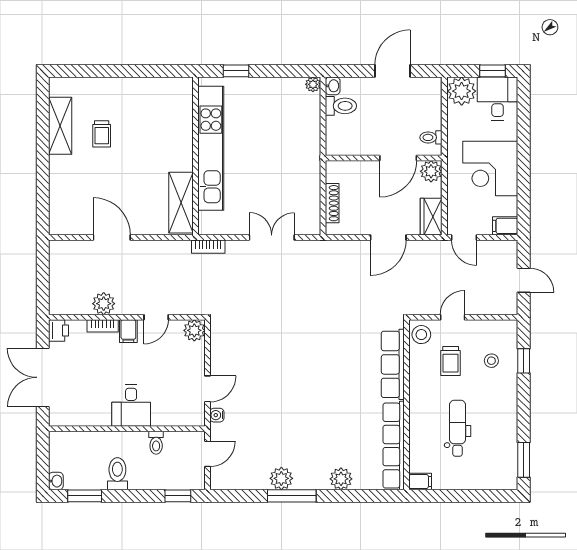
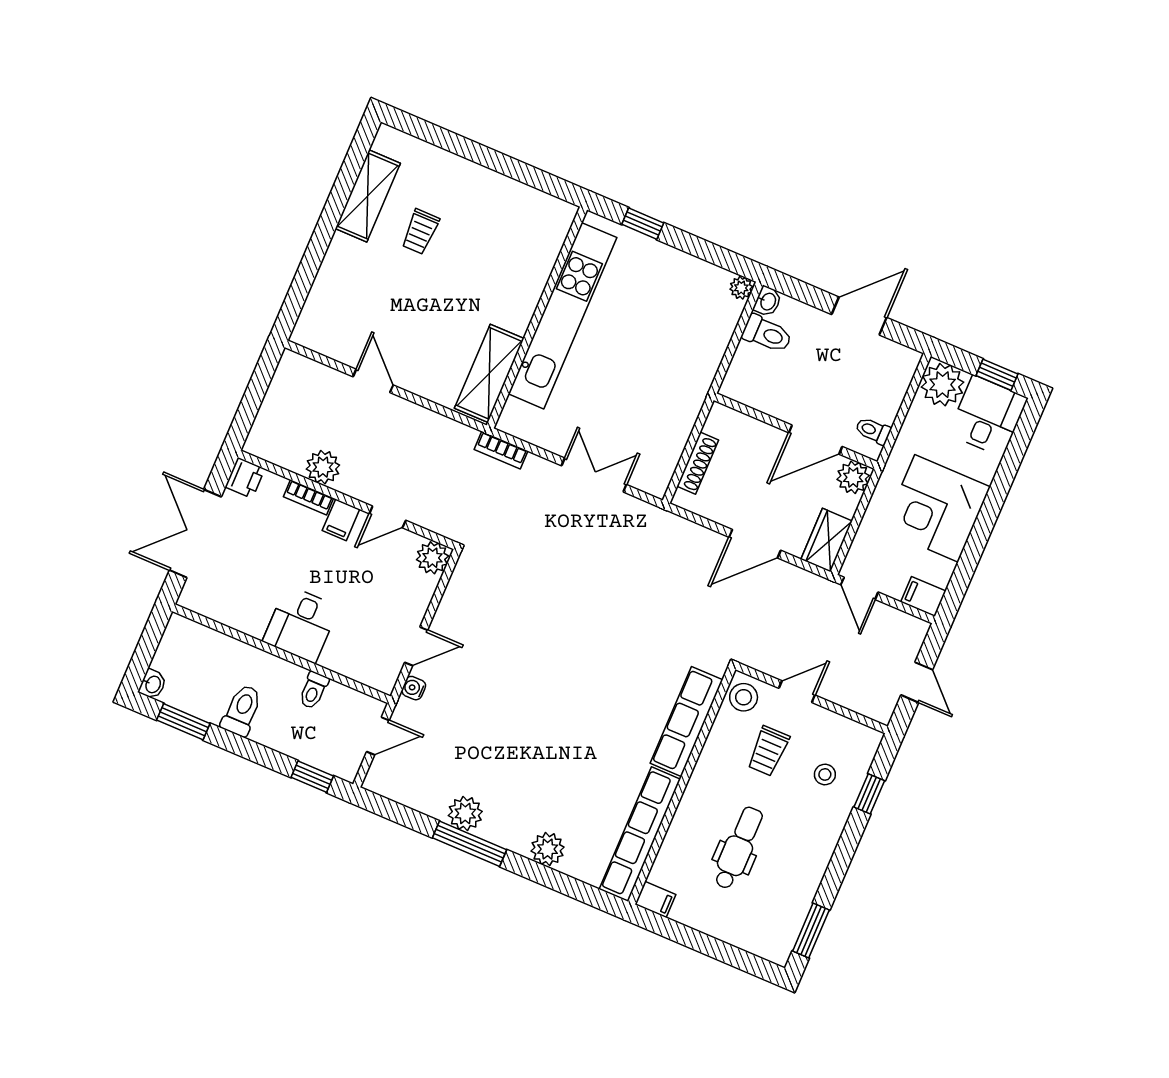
door: (112, 238) -> (373, 381), width x0.73

